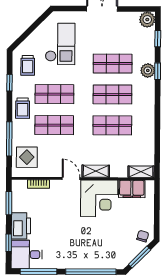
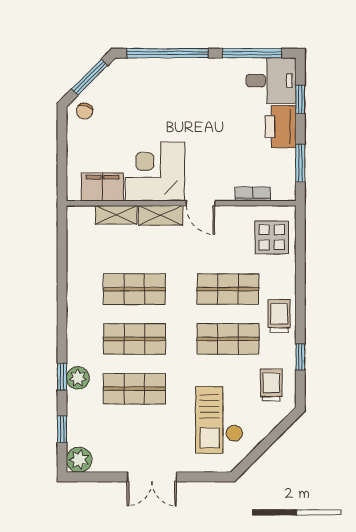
window: (9, 139) -> (300, 267), removed
shelving: (141, 172) -> (116, 215), moved

